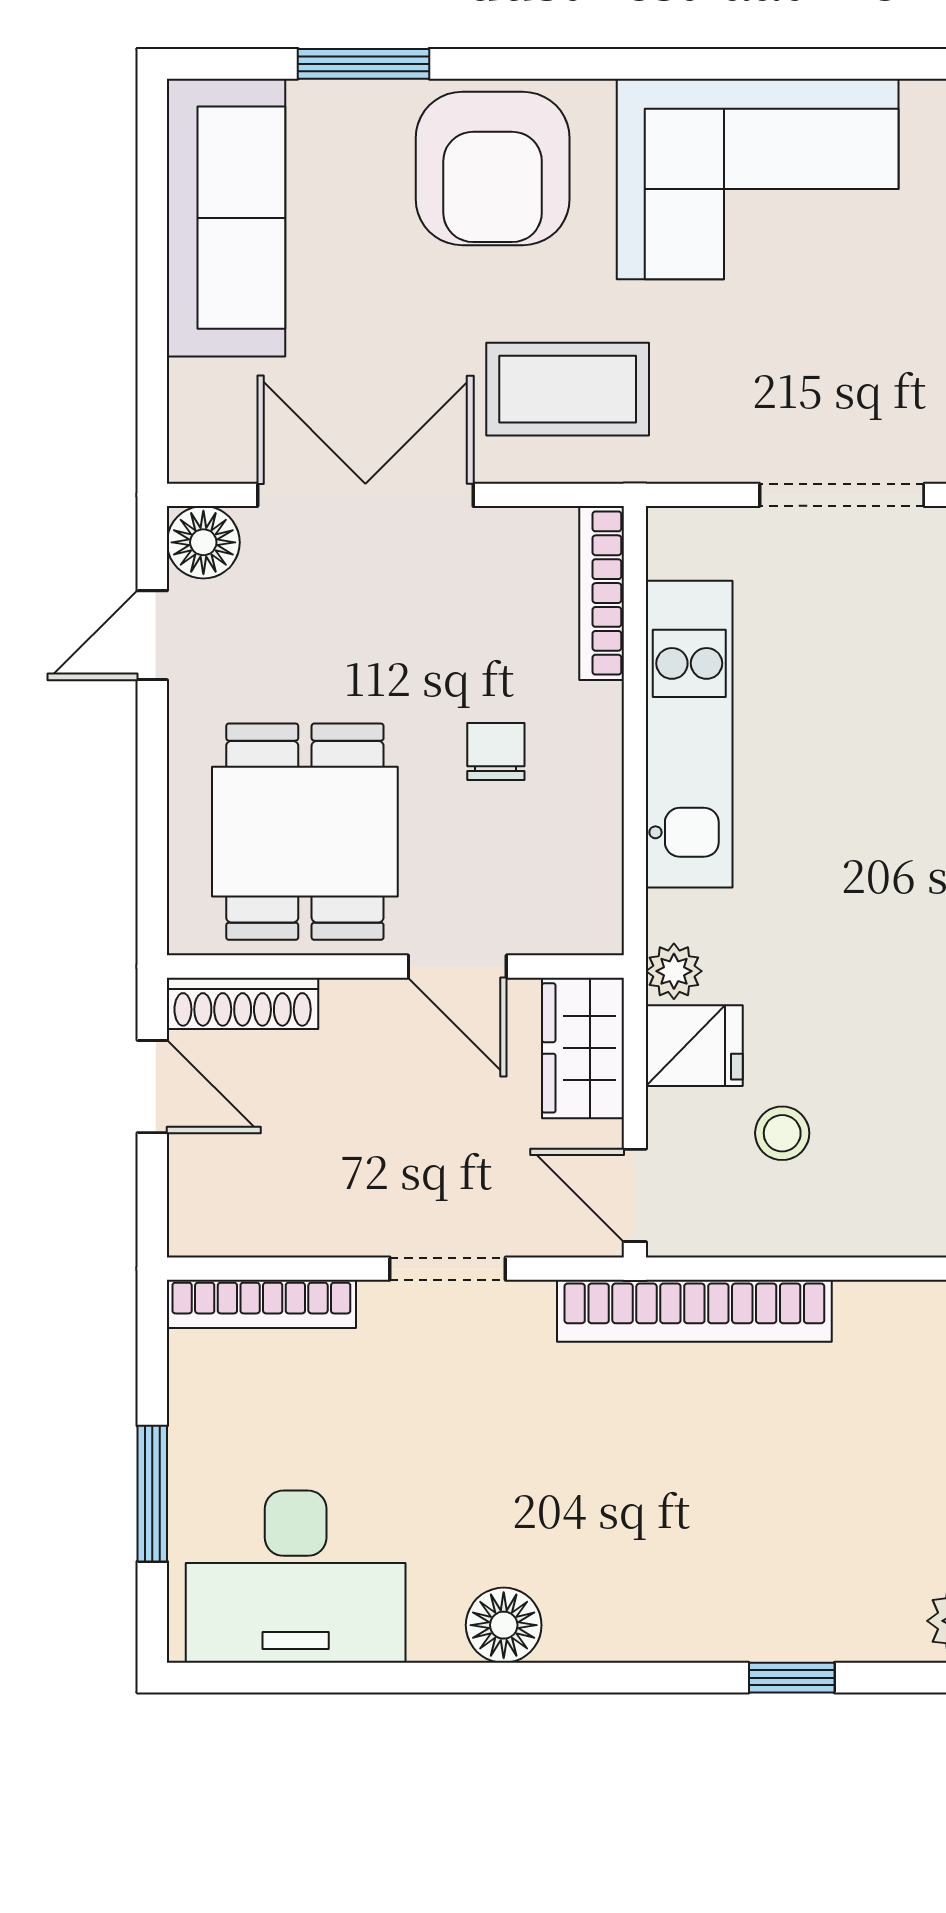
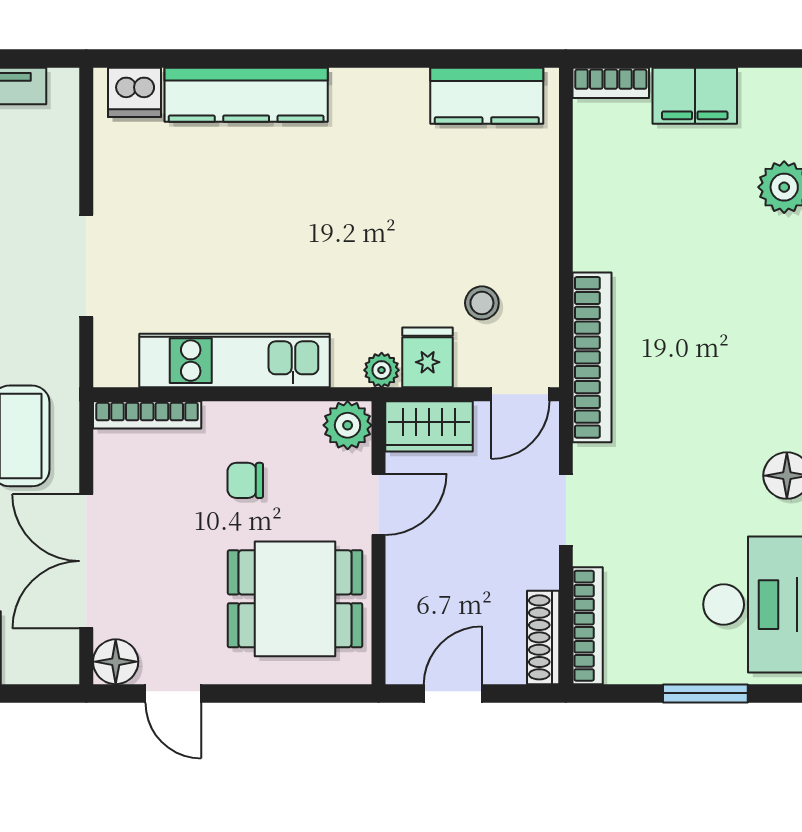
plant: (585, 916) -> (348, 425), added
shoe rack: (243, 1003) -> (543, 637), moved, turned 180

